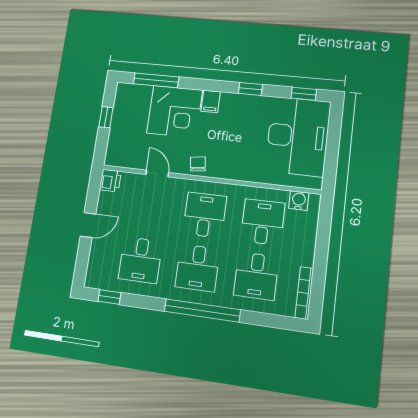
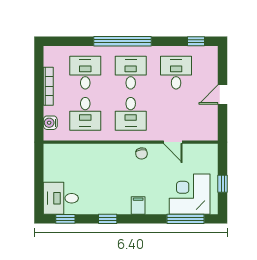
corner desk: (175, 112) -> (190, 194), moved
desk: (298, 136) -> (61, 198), width x0.53, depth x0.77
printer: (110, 181) -> (210, 132), removed
water cooler: (299, 201) -> (50, 123), moved, turned 90
bookcase: (304, 293) -> (48, 86), moved

